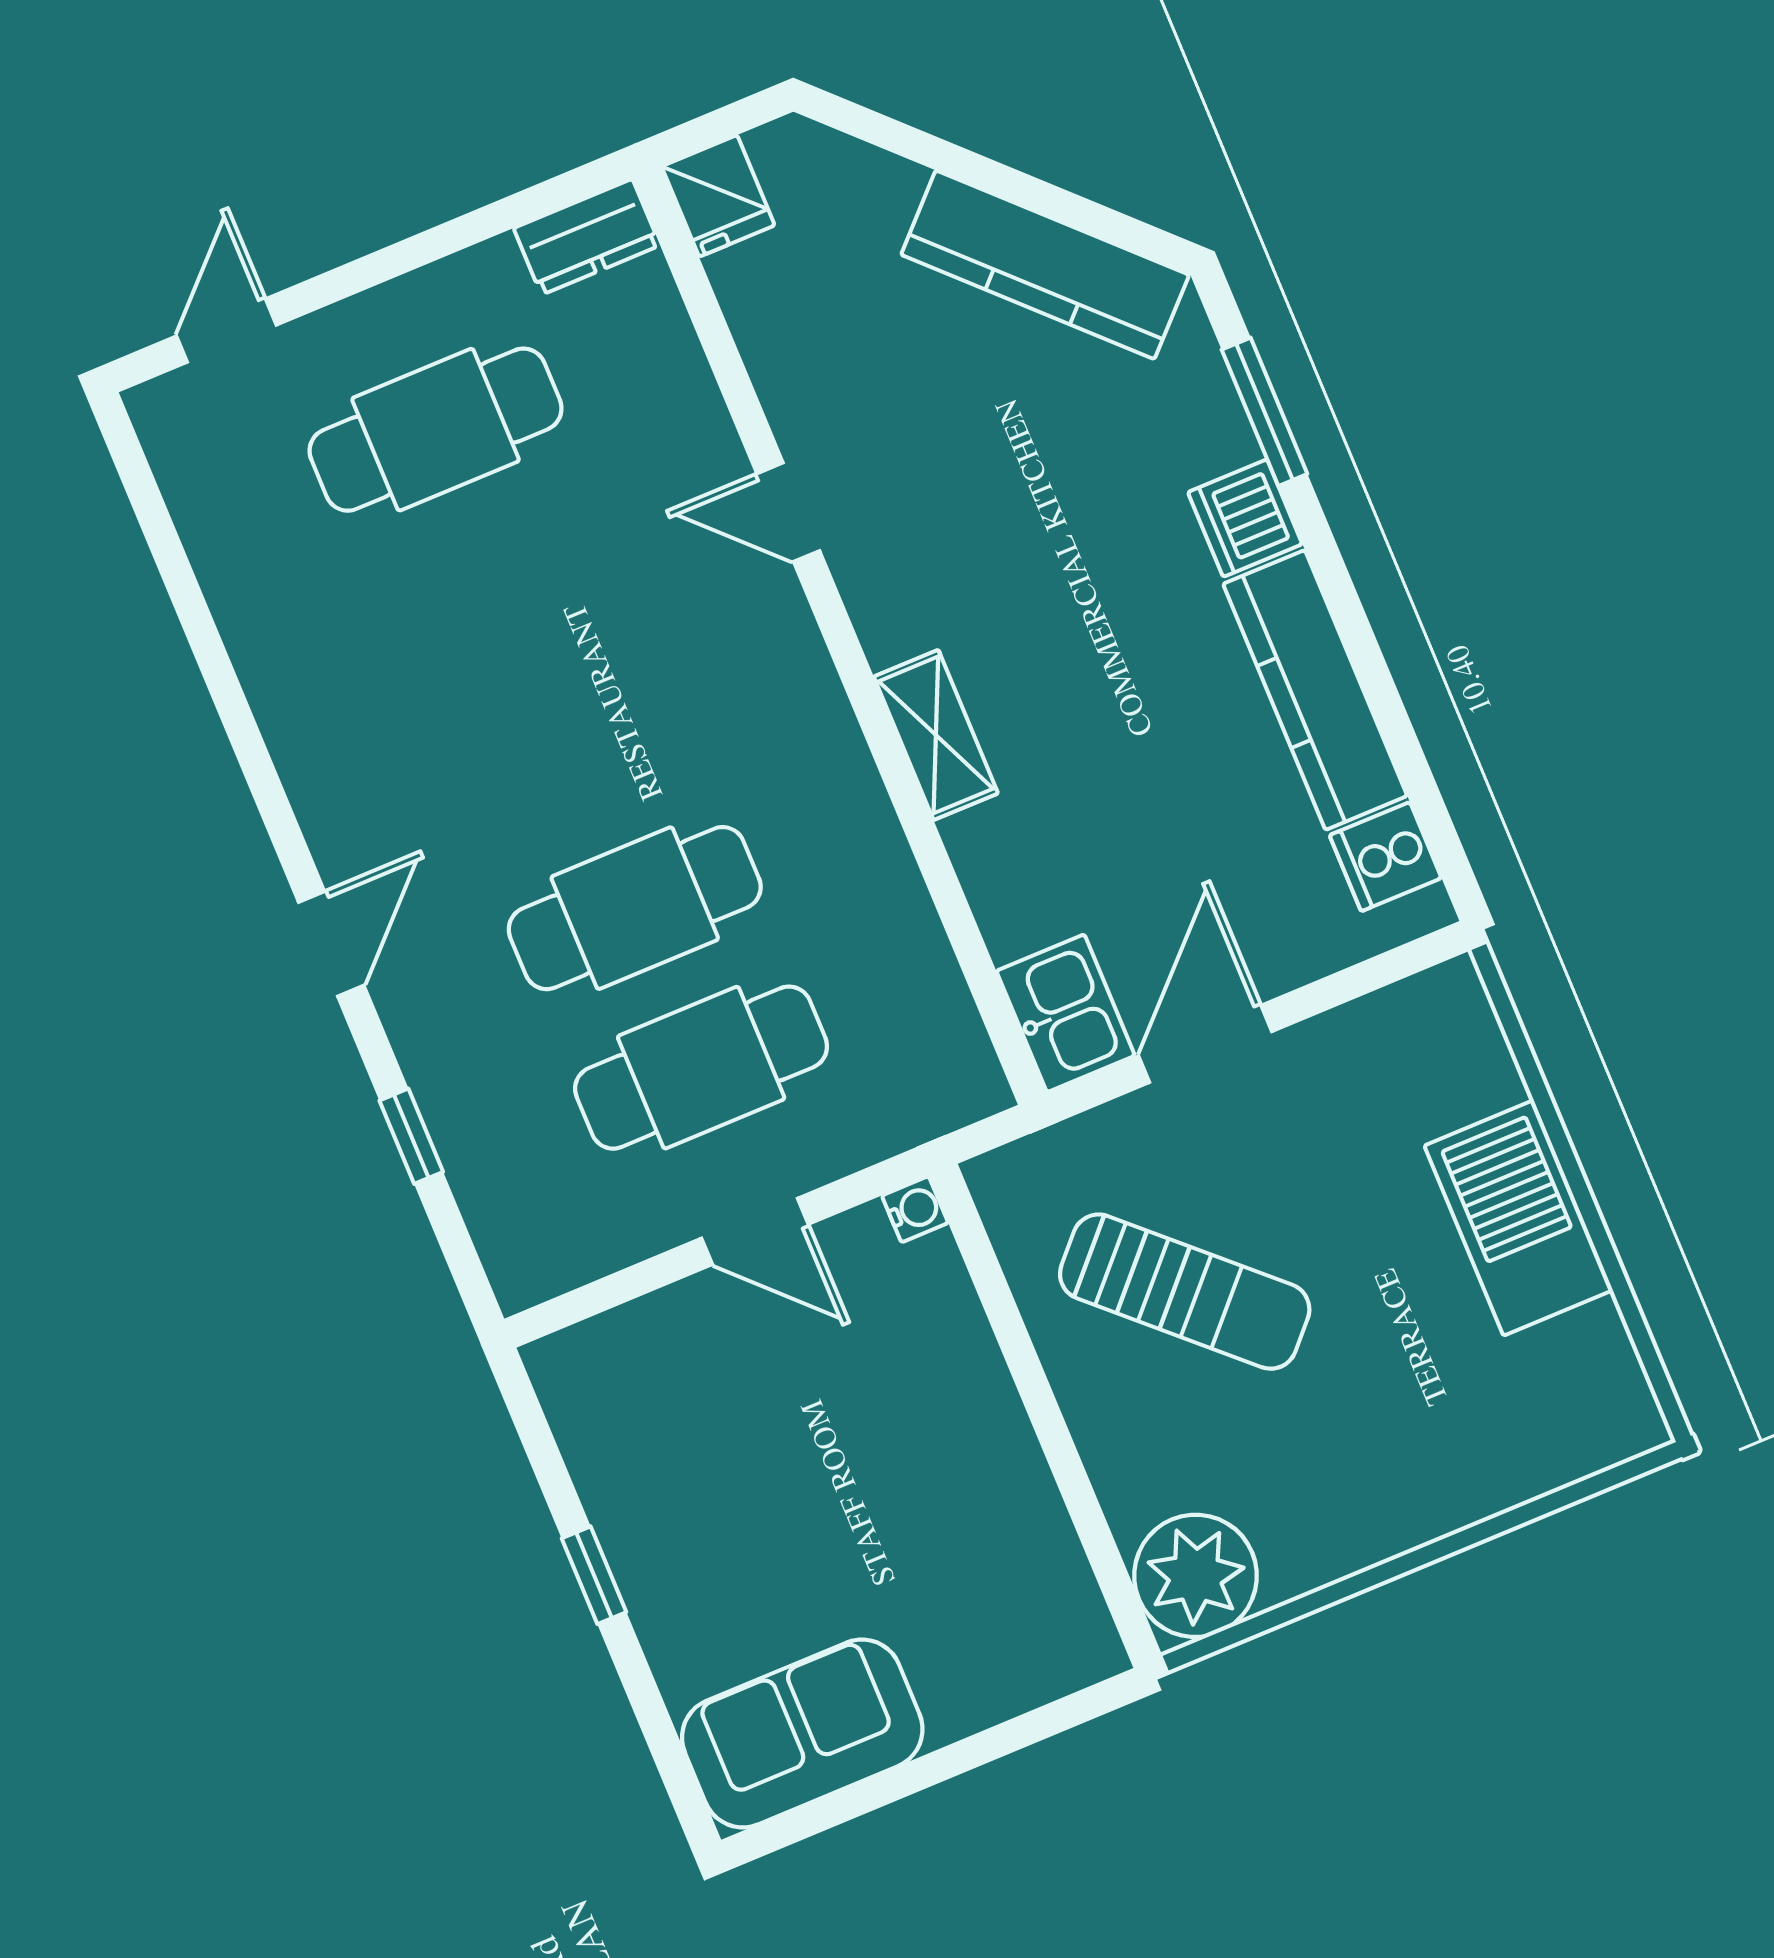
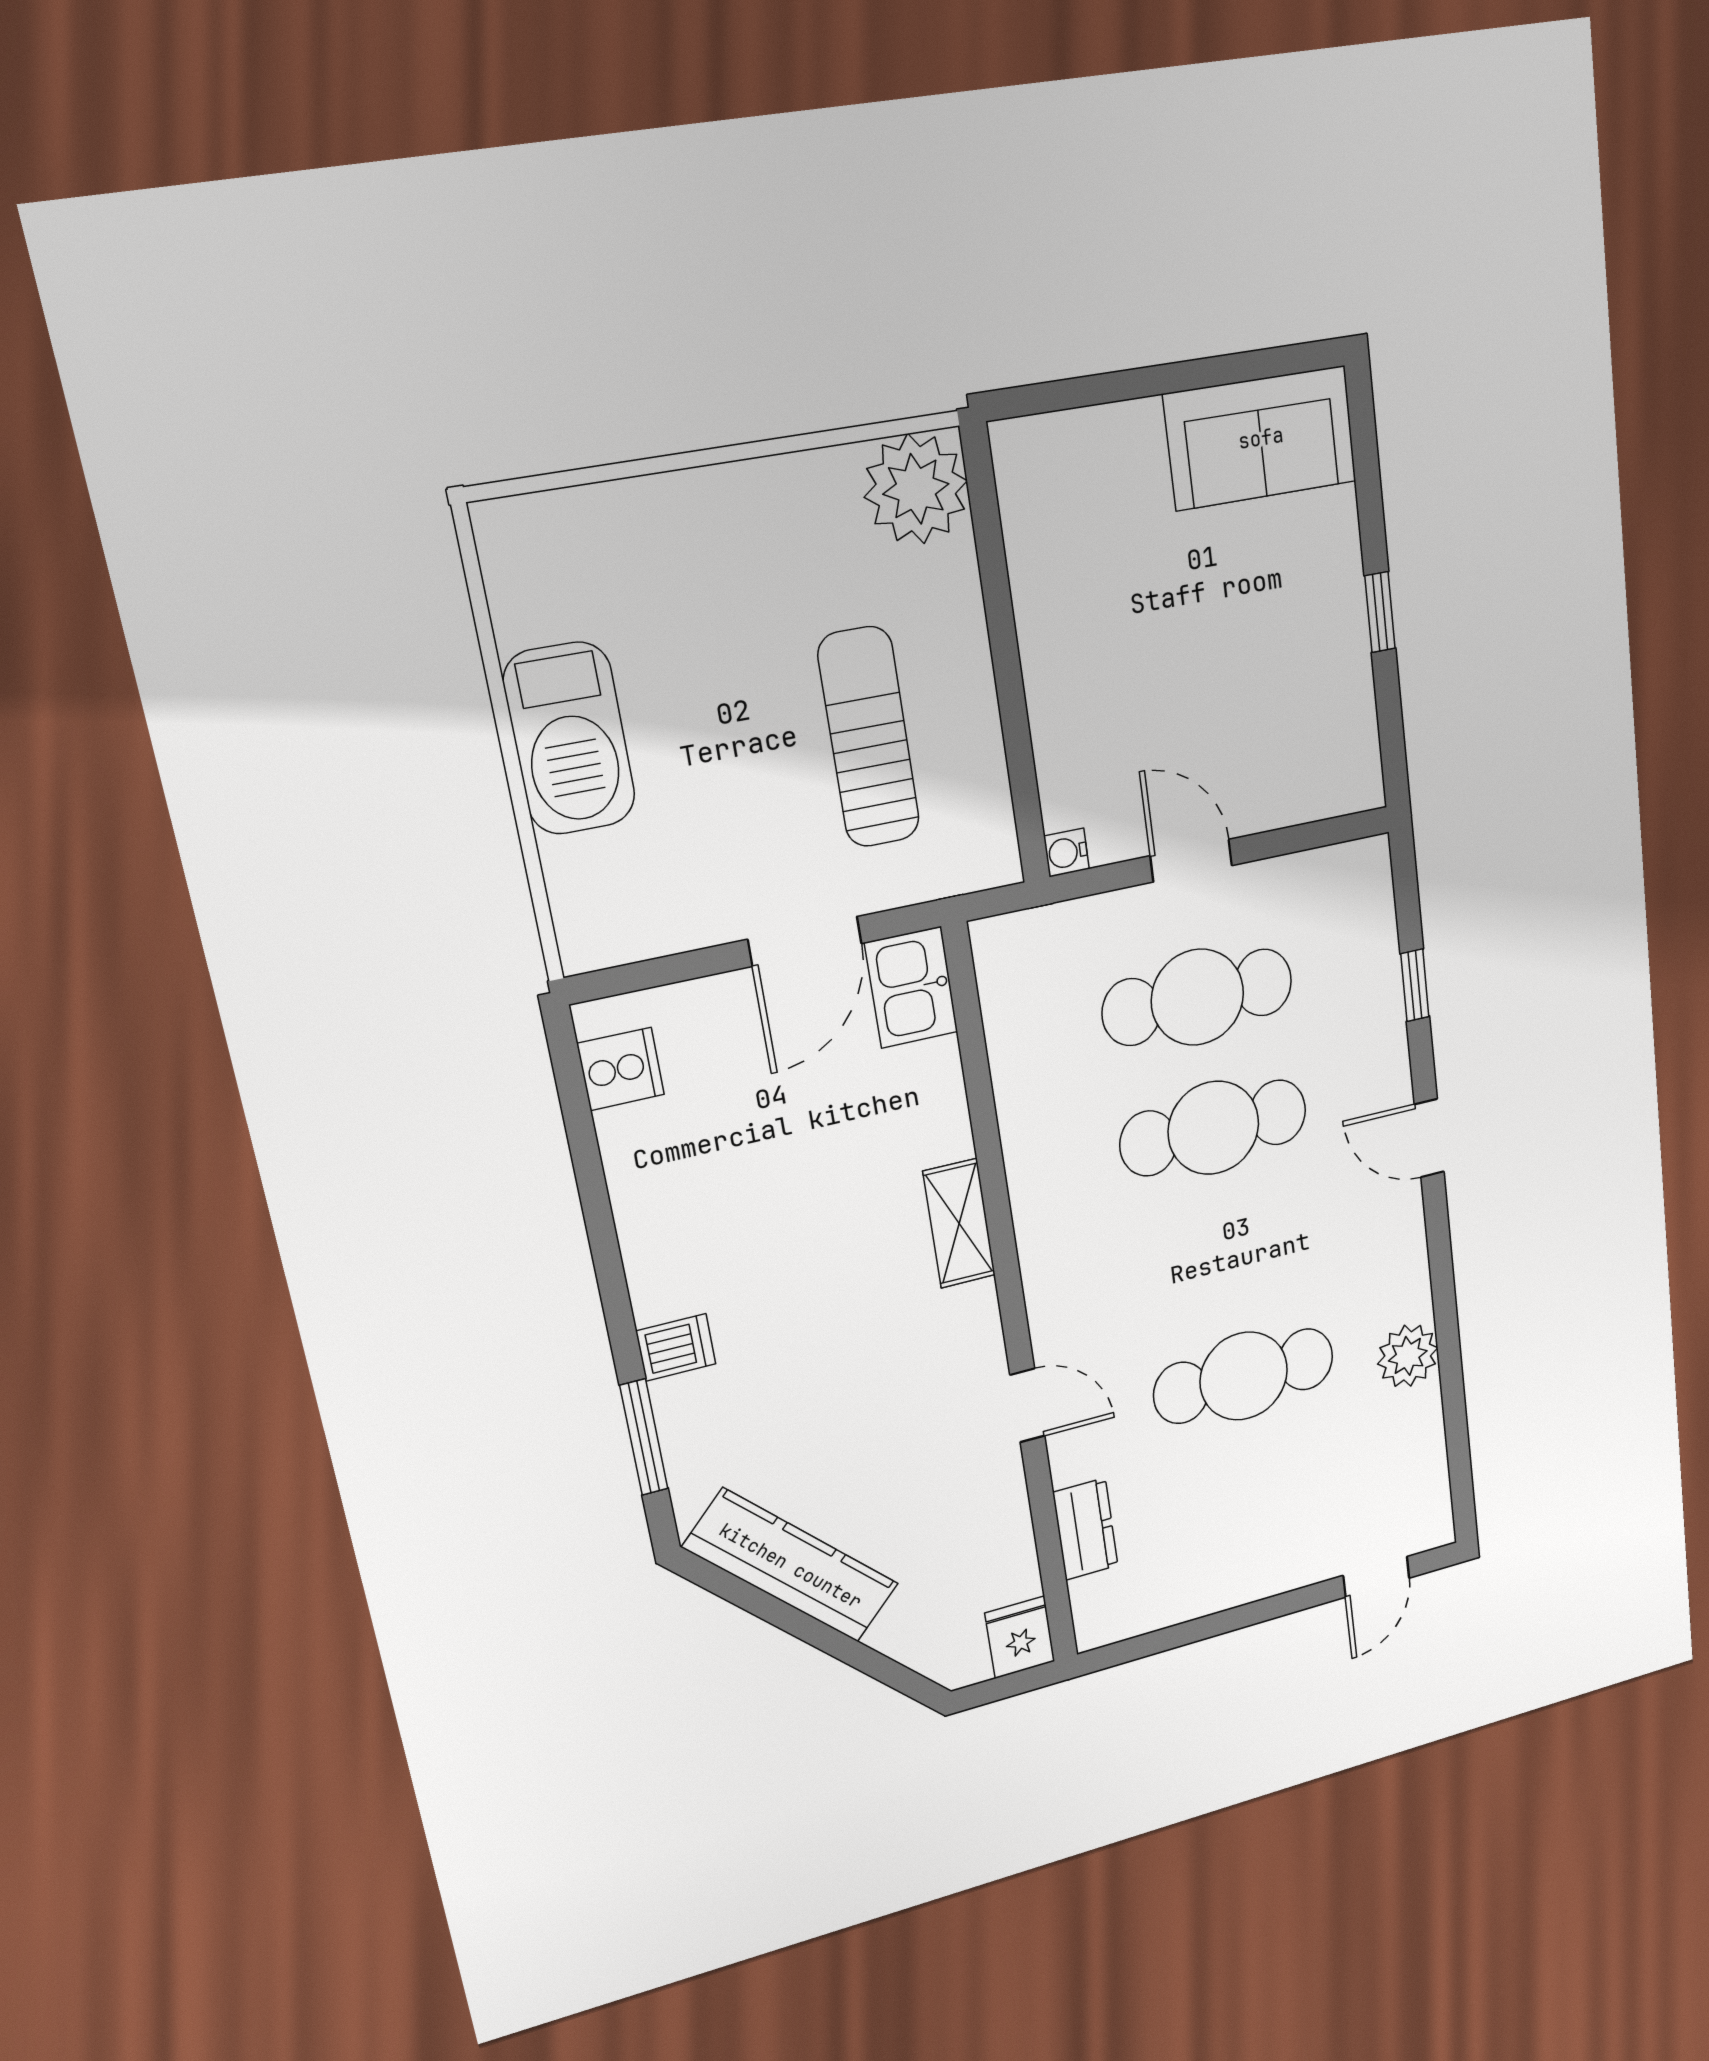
dresser: (587, 237) -> (1085, 1529), moved, turned 90
cafe table: (436, 430) -> (1244, 1376), moved
dishwasher: (1245, 518) -> (676, 1347), width x0.73
plant: (273, 647) -> (1408, 1356), added
kitchen counter: (1315, 690) -> (650, 1214), removed
door: (331, 944) -> (1429, 1138), hinge flipped
sun lounger: (1185, 1292) -> (869, 737), turned 47

